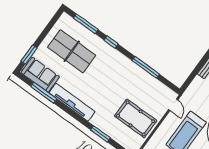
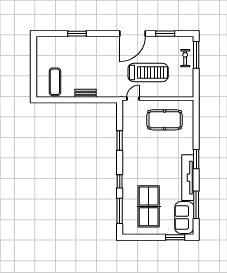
window: (146, 67) -> (120, 140), width x0.69
pool table: (136, 118) -> (165, 120), turned 90
window: (100, 134) -> (196, 159), moved

